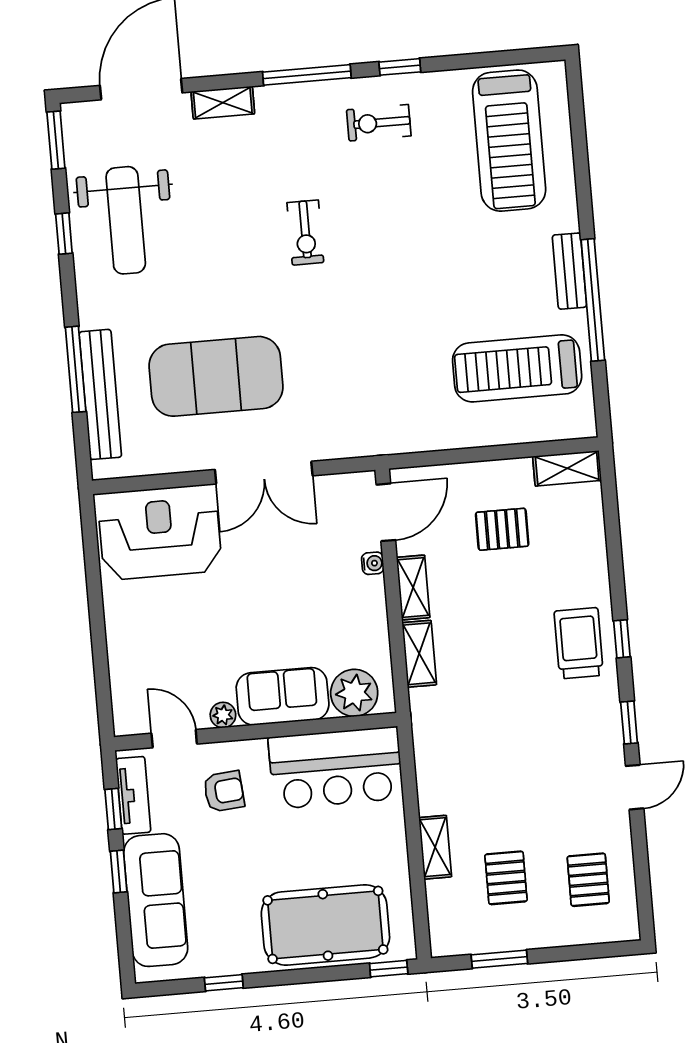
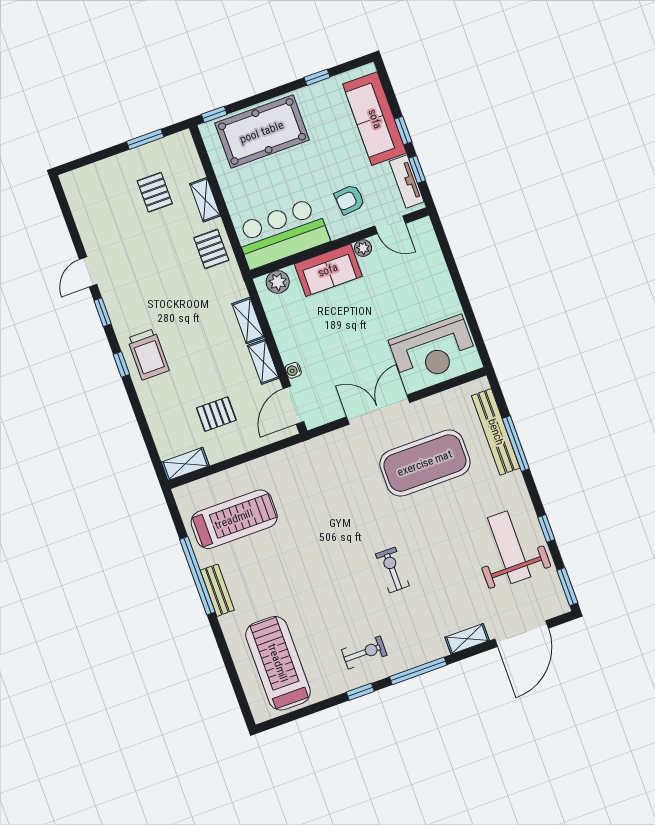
plant: (354, 693) -> (278, 282), width x0.73, depth x0.73
pallet: (588, 880) -> (211, 249), moved

